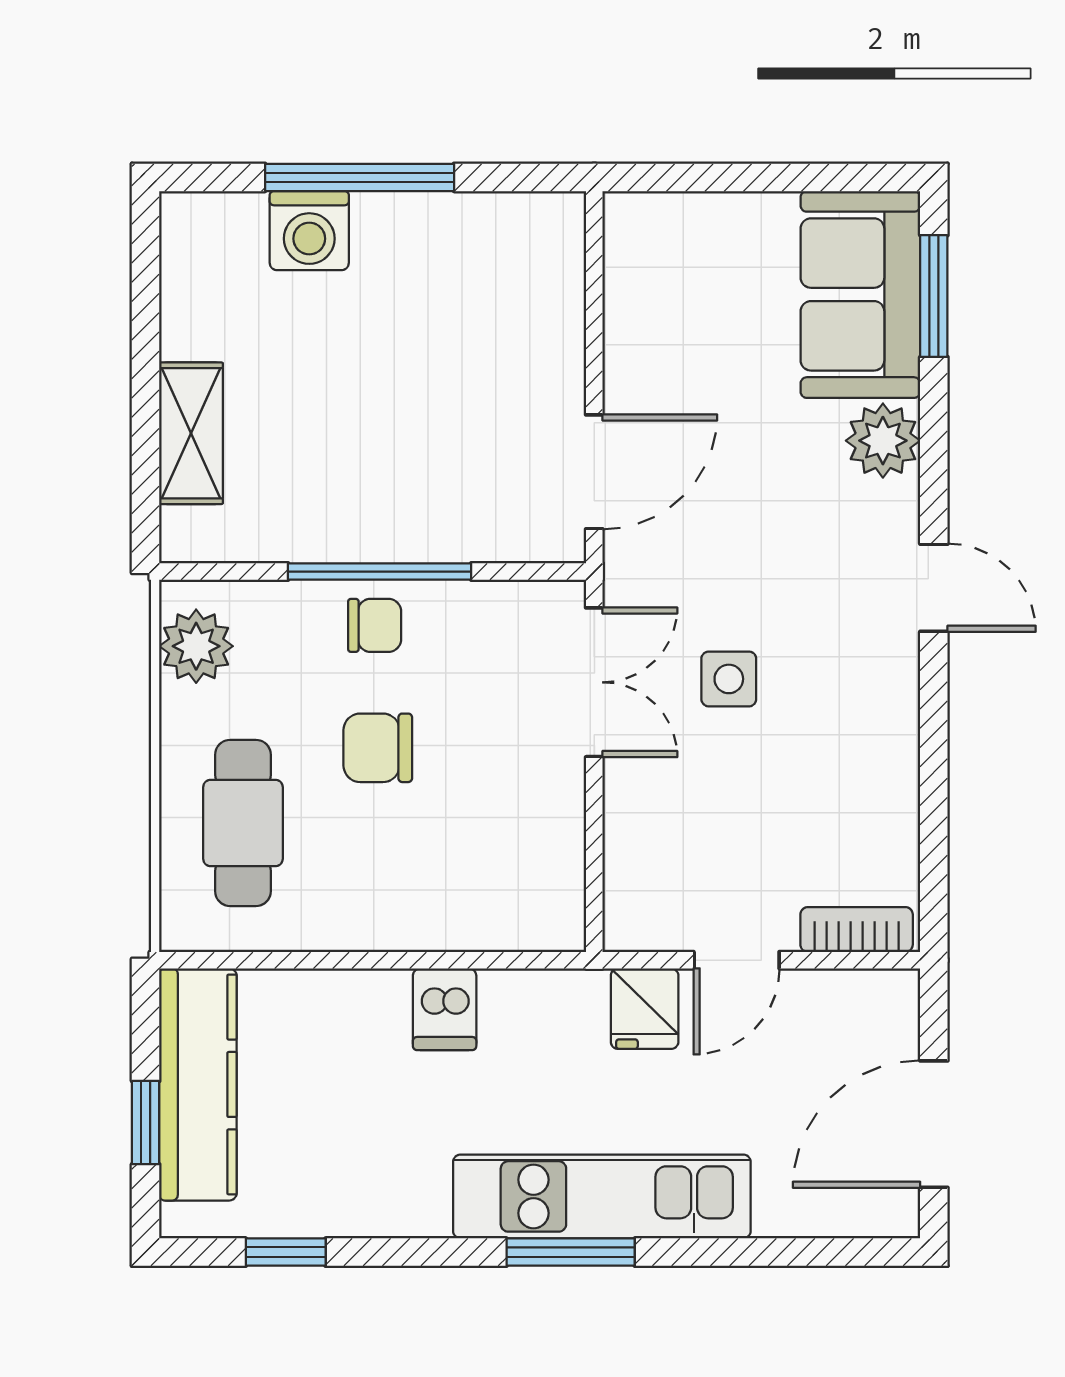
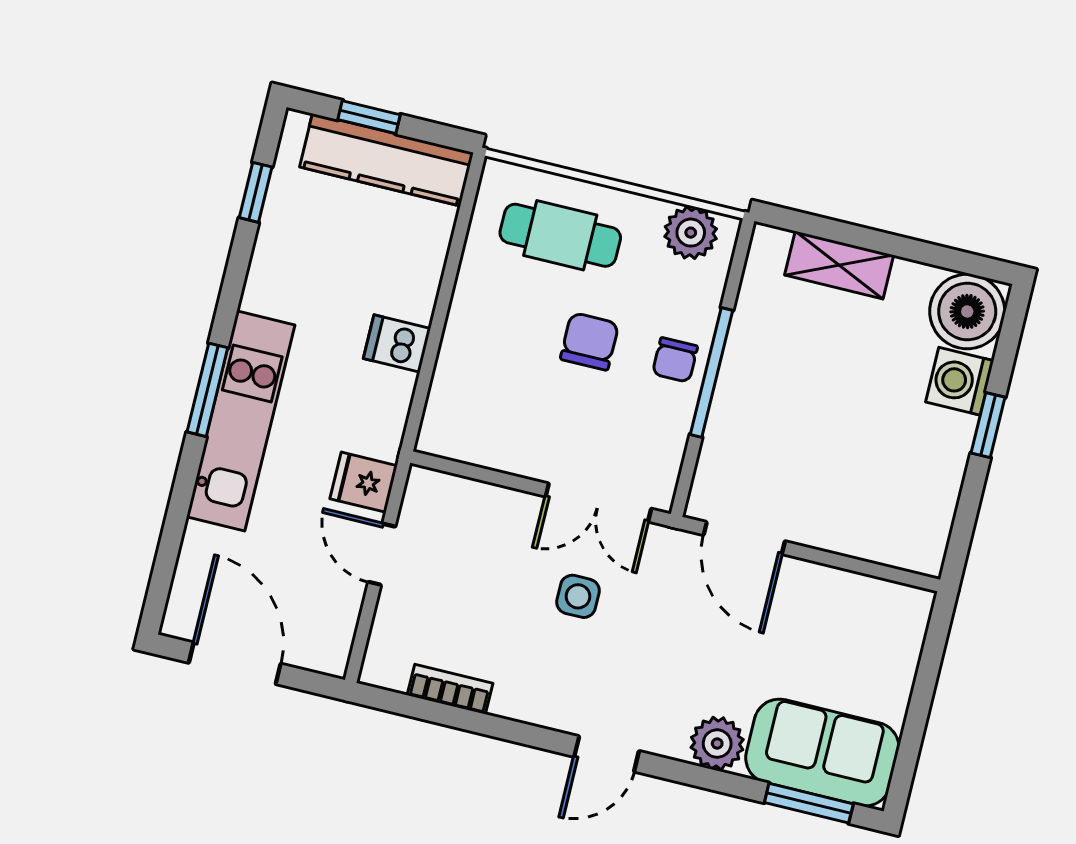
window: (360, 177) -> (988, 425), width x0.46
boiler: (212, 244) -> (967, 311), added
bookcase: (857, 930) -> (450, 689), moved, turned -90

